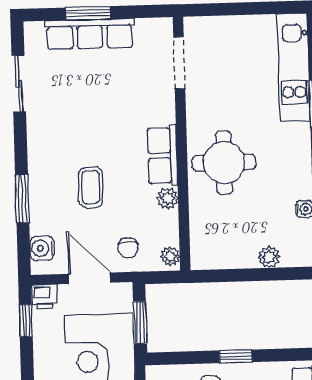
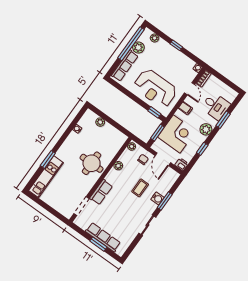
sliding door: (19, 84) -> (147, 225), moved
row of seats: (162, 156) -> (101, 192), moved
water cooler: (42, 248) -> (157, 198), moved
window: (26, 321) -> (202, 149), moved
window: (236, 356) -> (154, 112), moved

